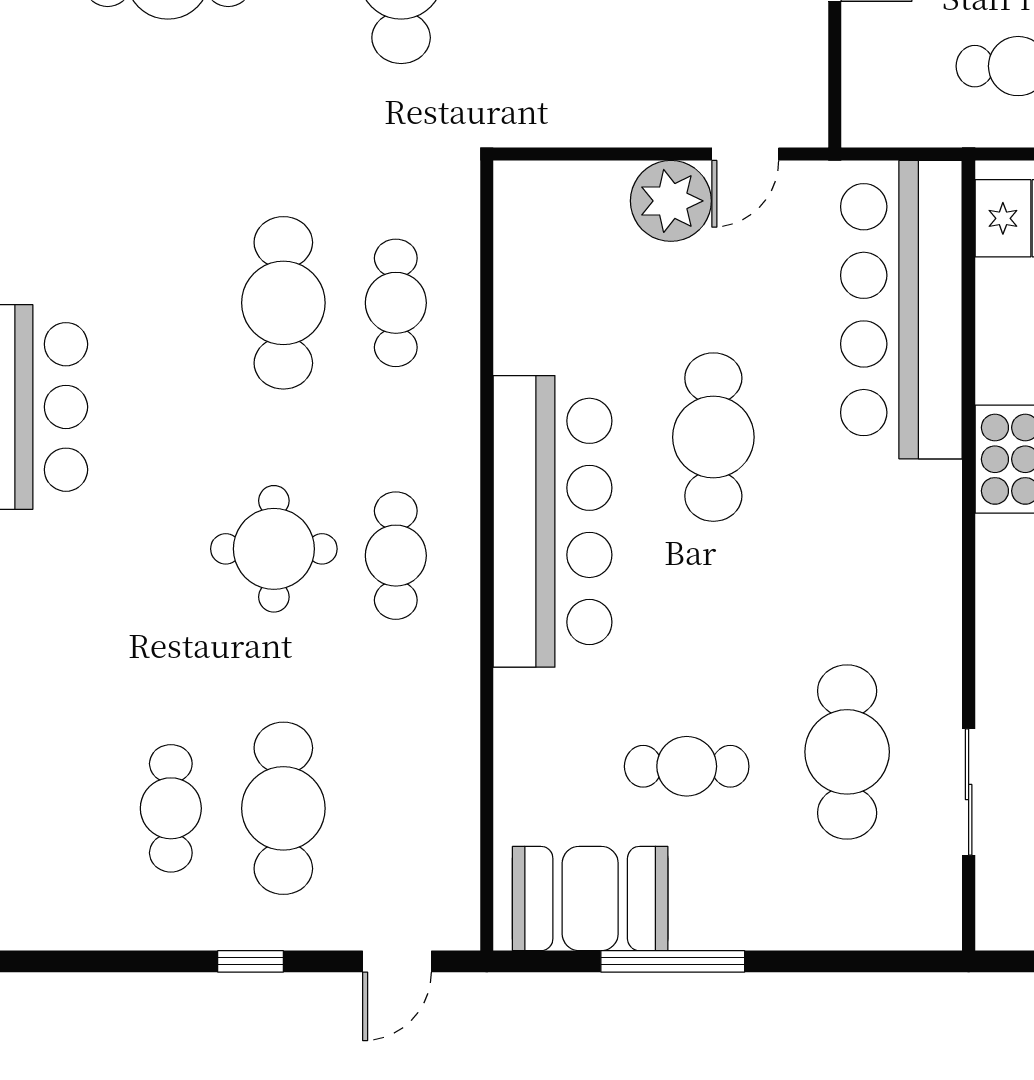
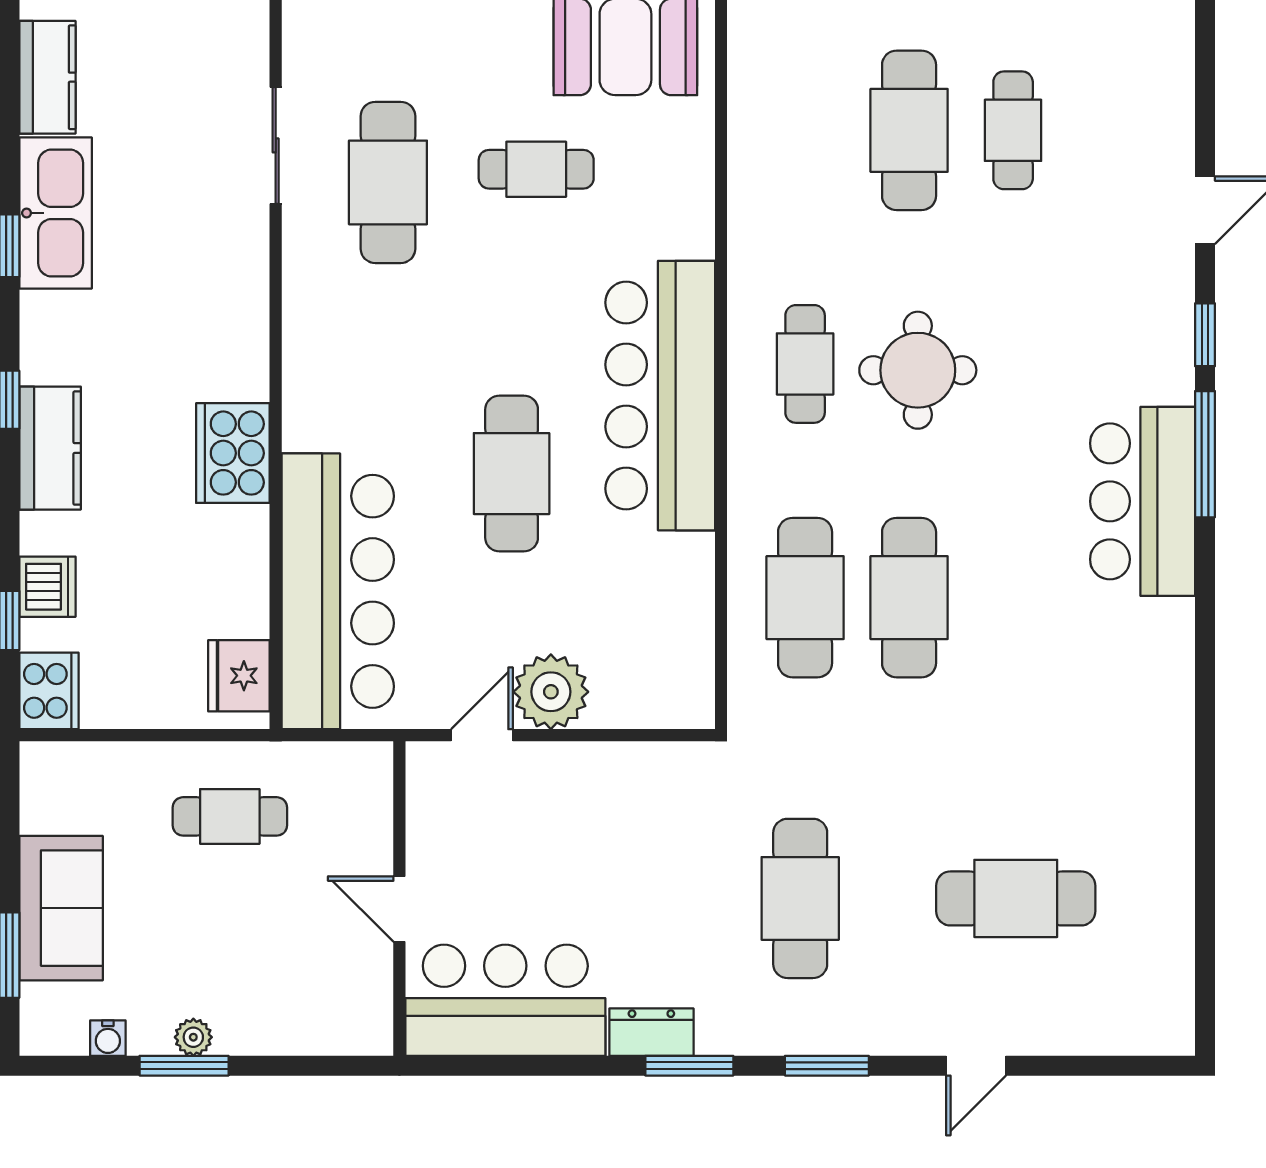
cafe table: (396, 303) -> (805, 598), width x1.37, depth x1.35

